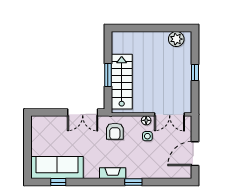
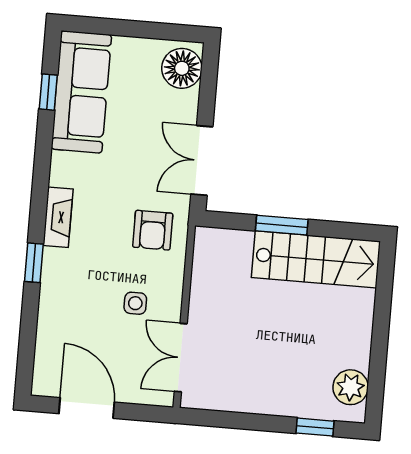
window: (195, 73) -> (315, 427), moved
stairs: (122, 82) -> (316, 259), moved
floor lamp: (146, 120) -> (182, 68), moved, width x1.89, depth x1.89
armchair: (115, 131) -> (153, 230), turned -90

